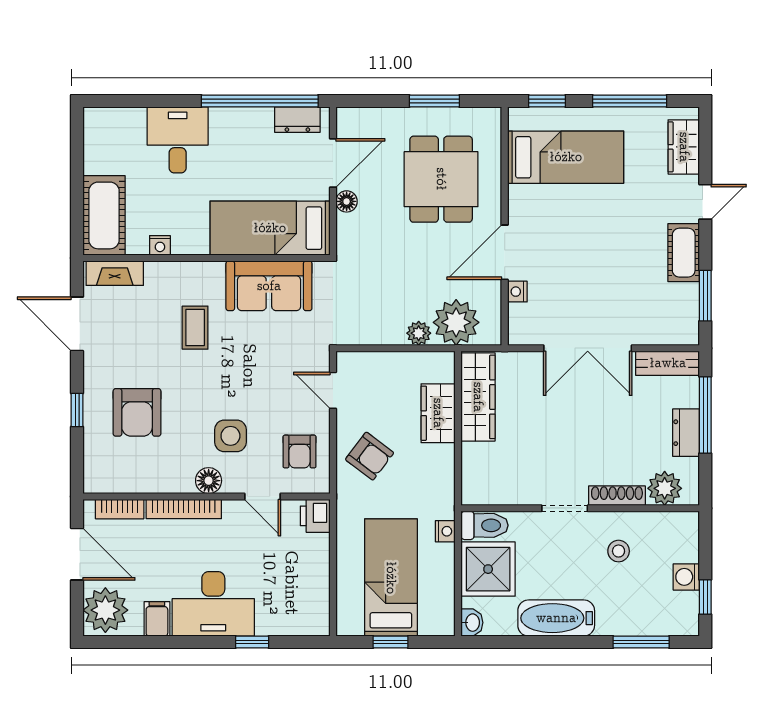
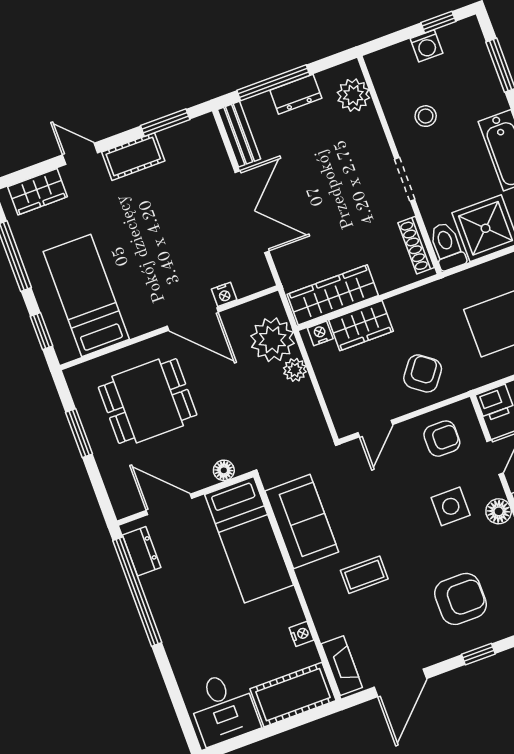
desk: (178, 140) -> (223, 708), moved, turned -90
floor lamp: (347, 201) -> (224, 470), moved
shoe rack: (617, 496) -> (416, 245), moved
nightstand: (445, 531) -> (320, 333), moved

